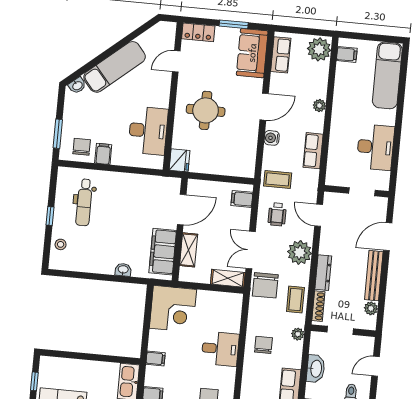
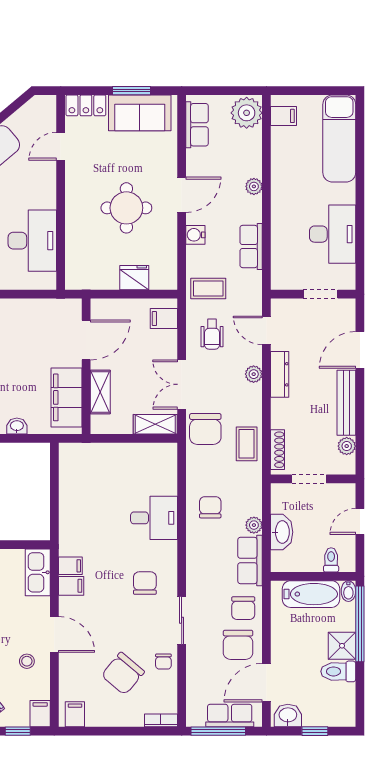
sofa: (252, 53) -> (140, 113), moved, turned -90
round table: (206, 110) -> (126, 208), moved
fridge: (180, 160) -> (134, 278), moved, turned -90
plant: (300, 252) -> (254, 374), width x0.53, depth x0.53
dresser: (323, 273) -> (280, 374), moved
corner desk: (173, 309) -> (87, 471), removed
plant: (298, 334) -> (254, 525), moved
filing cabinet: (156, 359) -> (70, 566), moved

